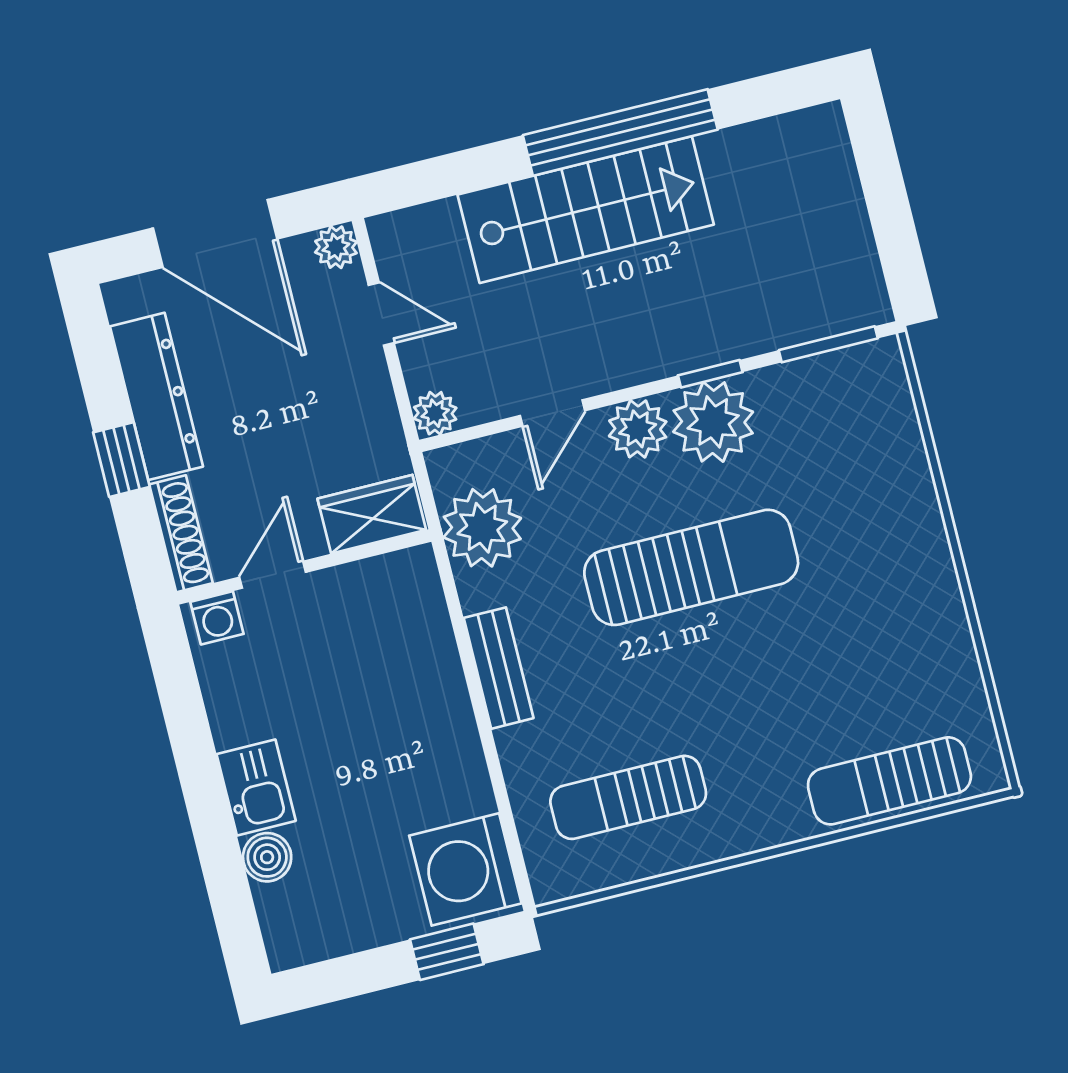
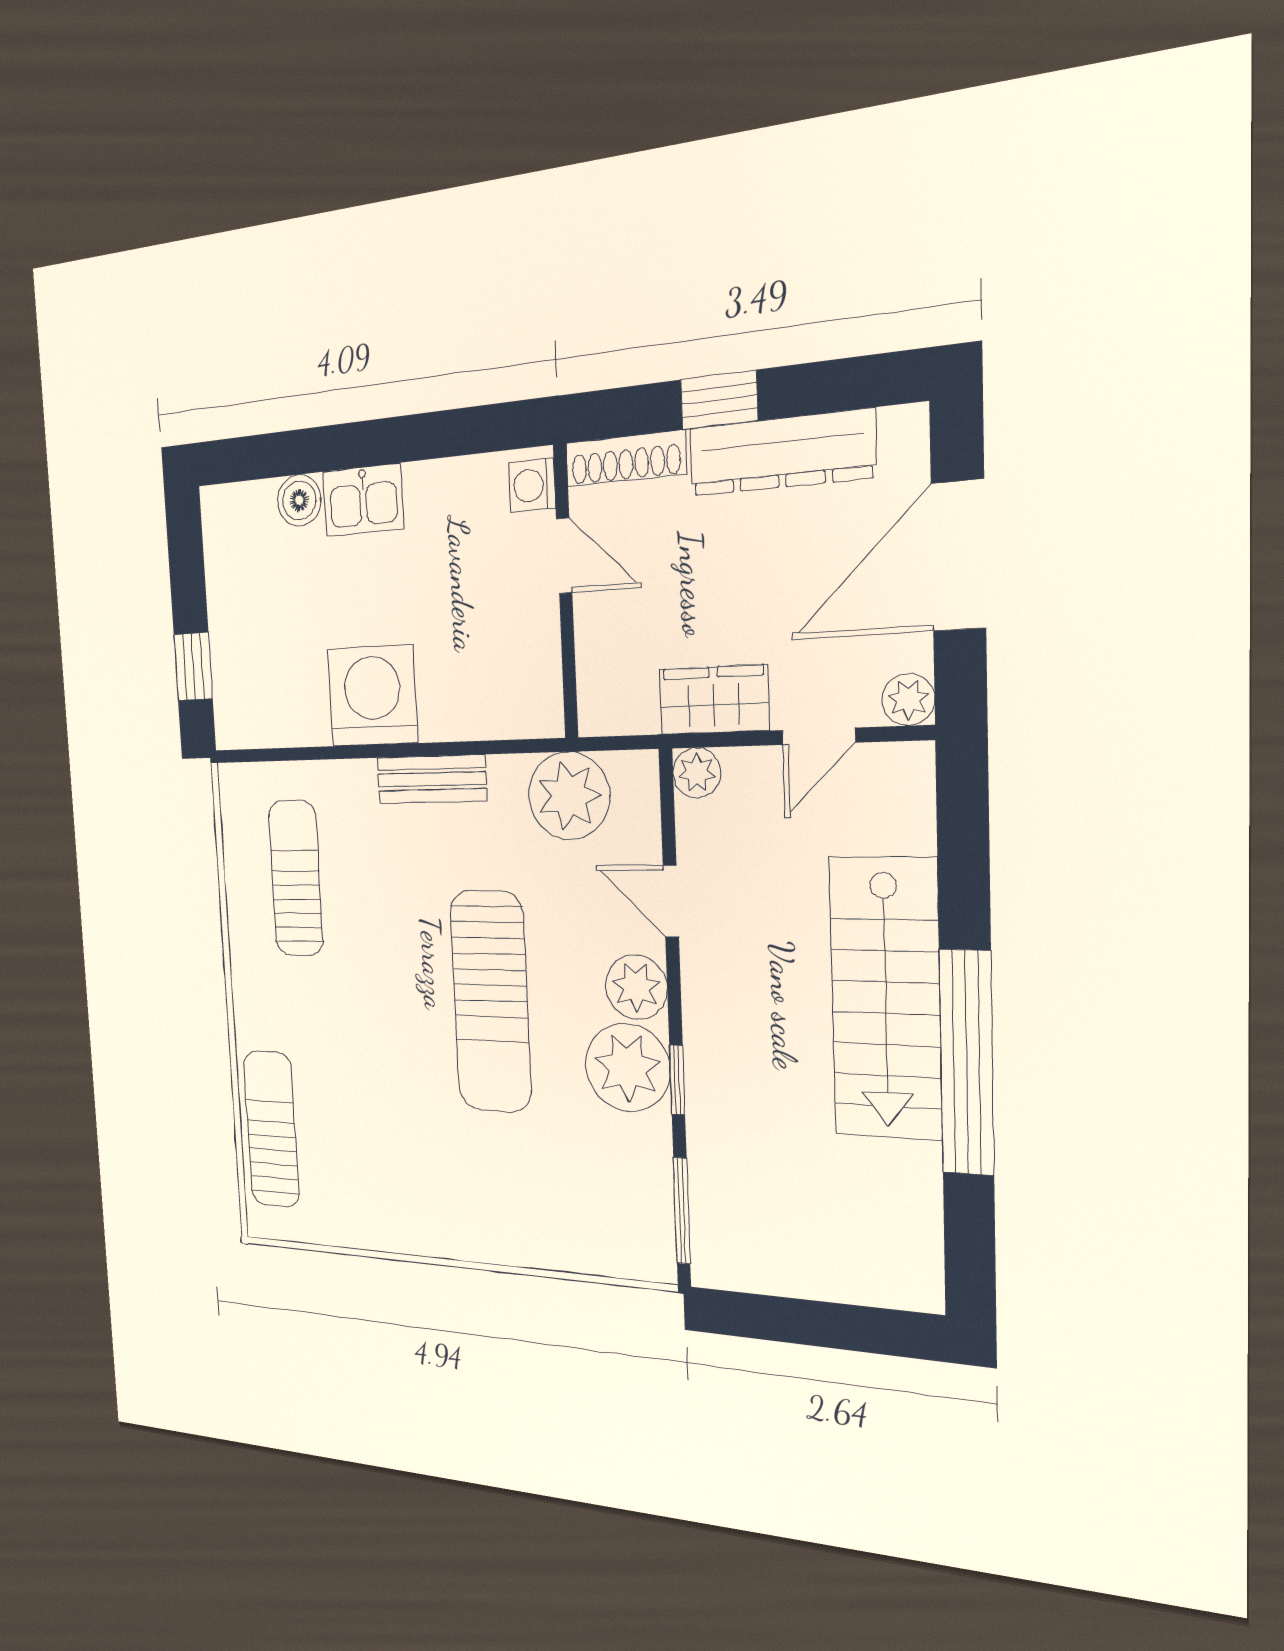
wardrobe: (372, 514) -> (714, 700), moved, turned -90
washing machine: (465, 869) -> (372, 696), moved

